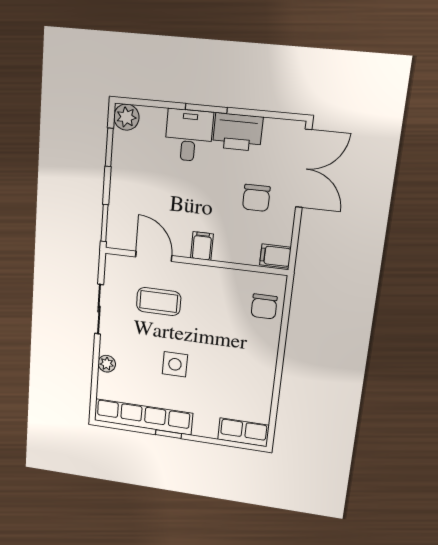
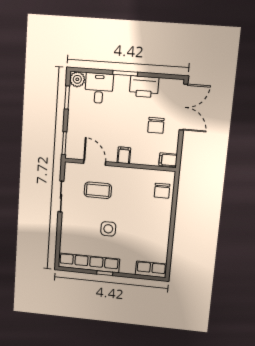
desk: (189, 135) -> (99, 88), moved
plant: (107, 364) -> (66, 230), removed

